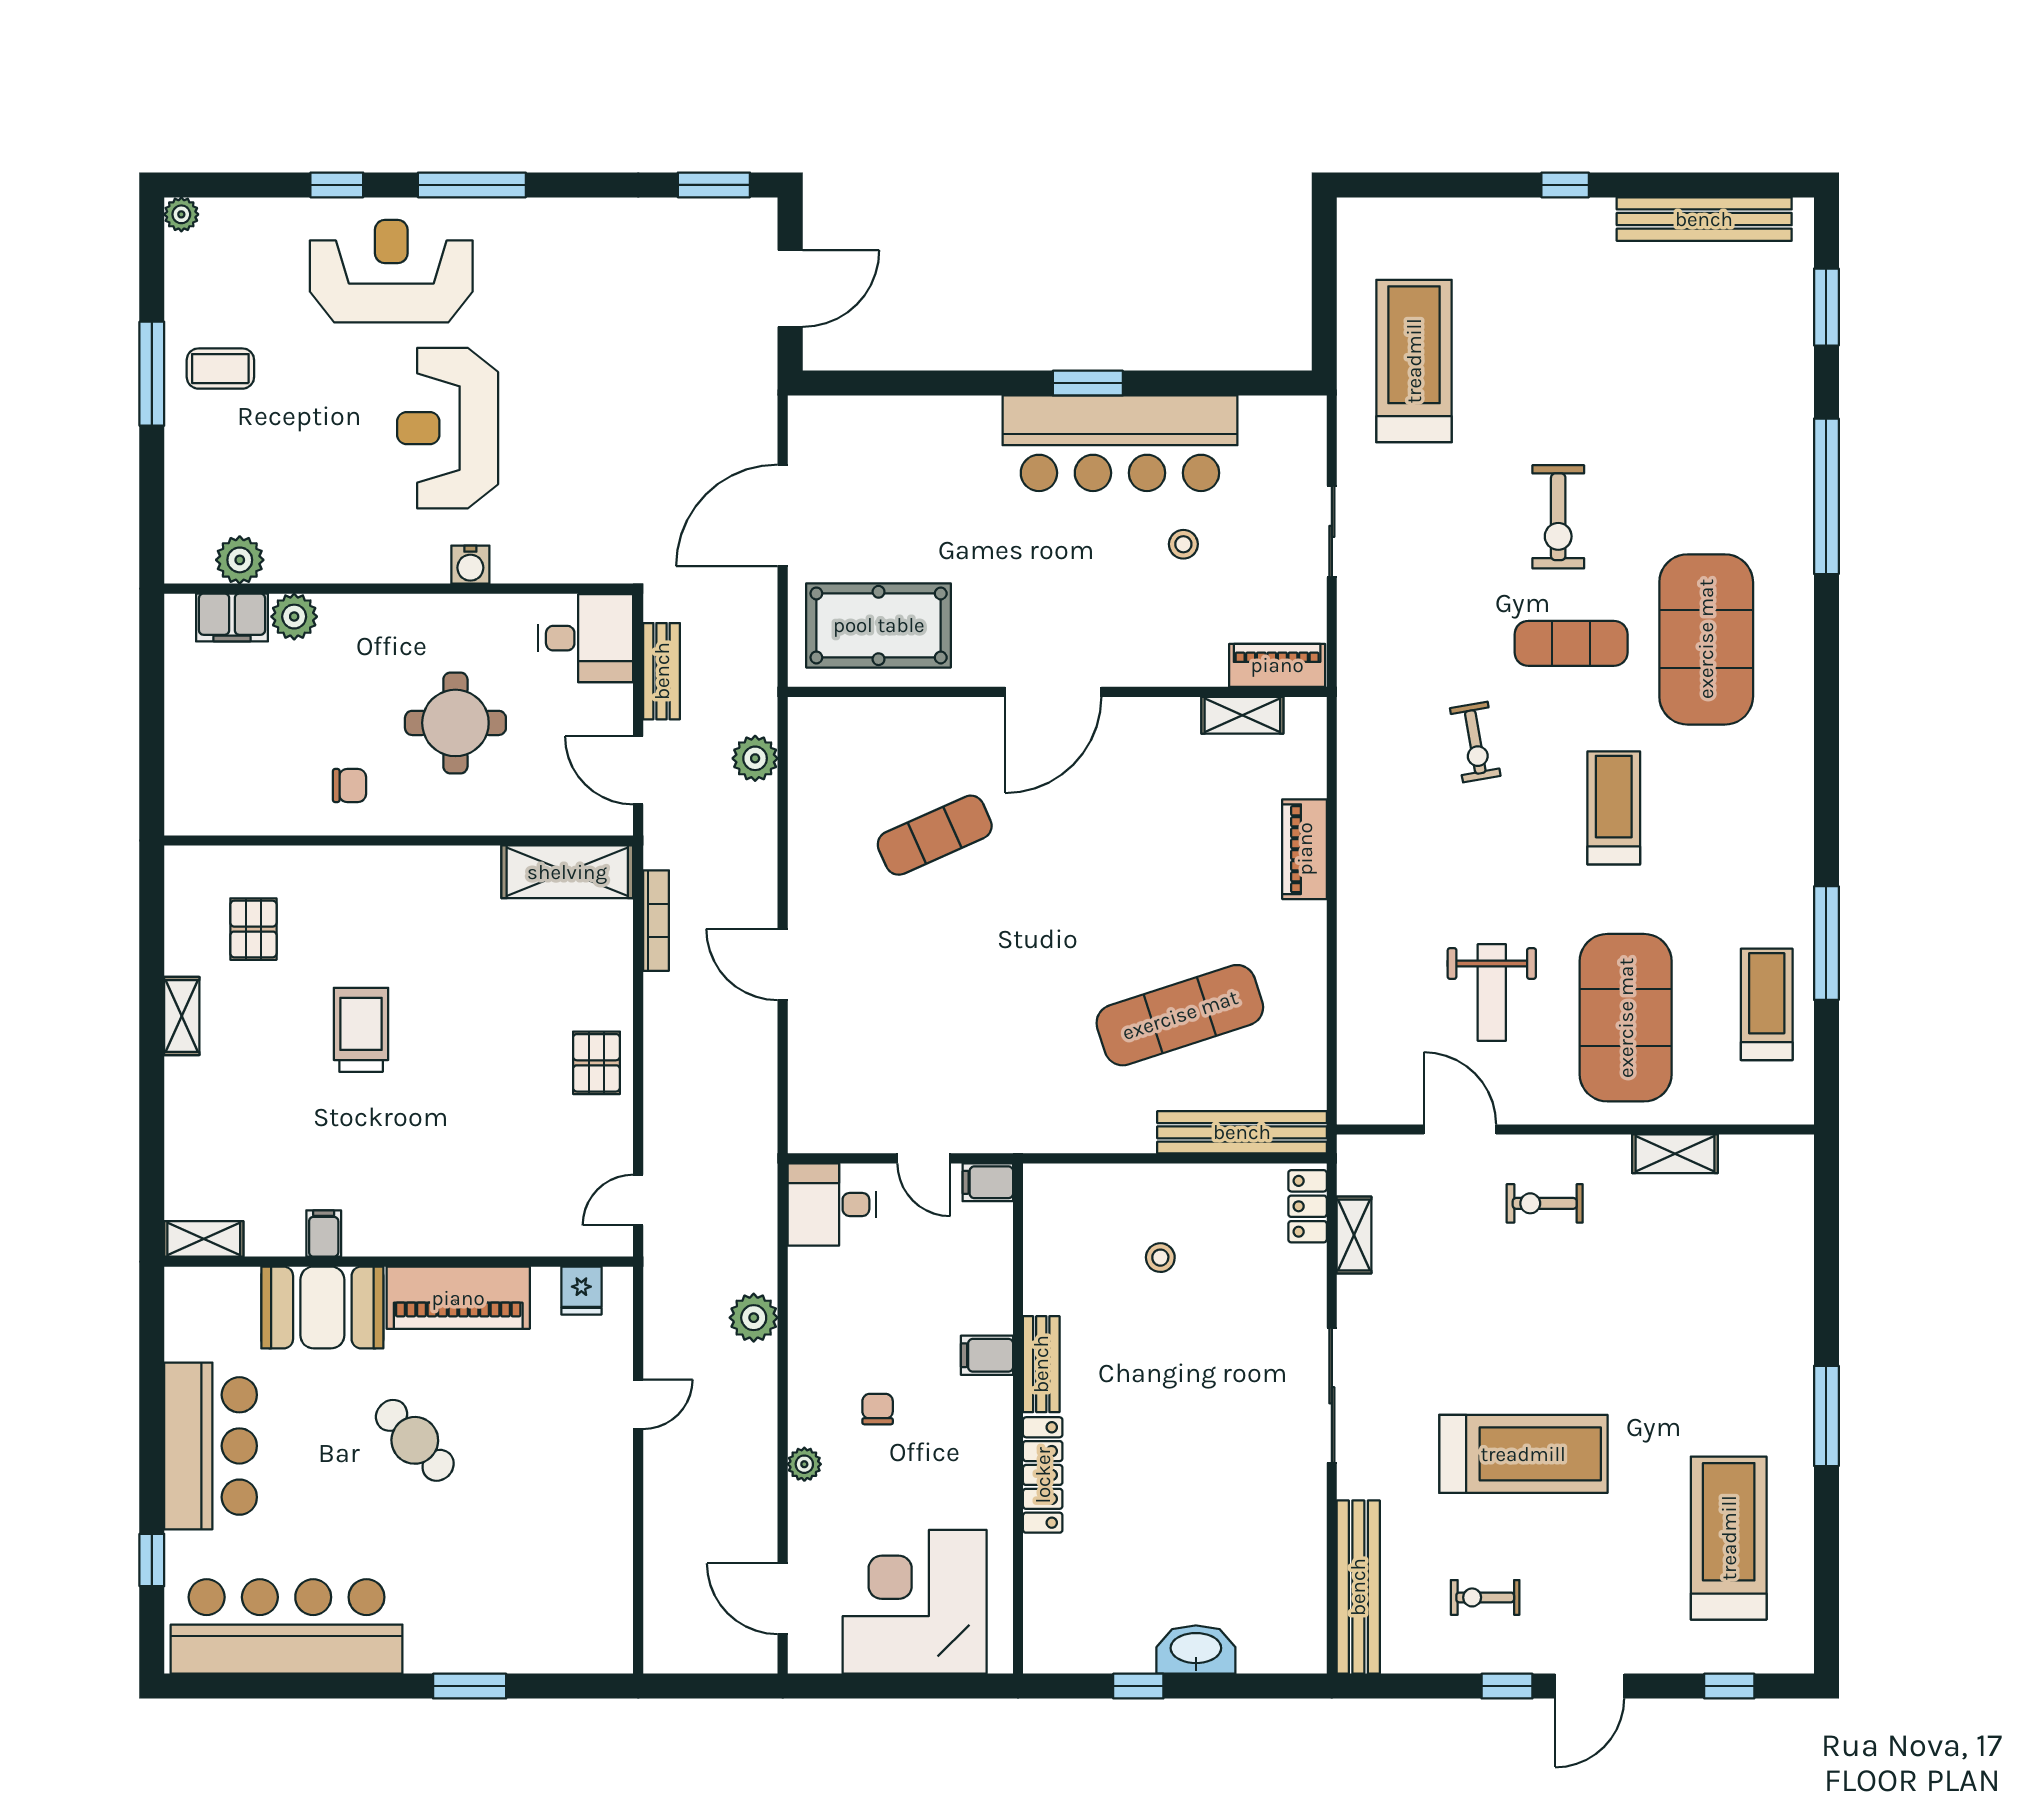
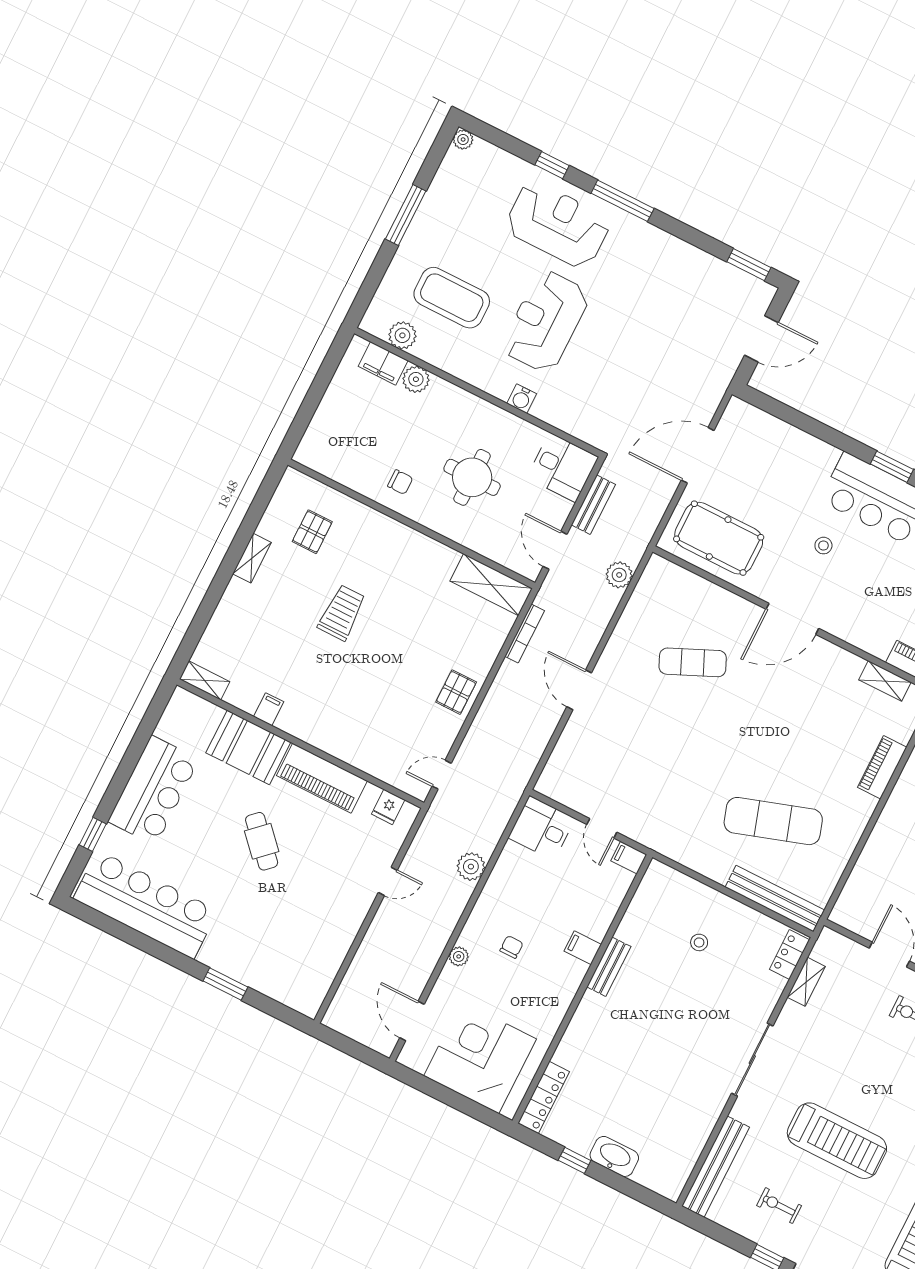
coffee table: (220, 369) -> (452, 298), moved, width x1.86, depth x1.72
stool: (1183, 544) -> (823, 546), moved
locker: (1043, 1475) -> (544, 1098), moved

